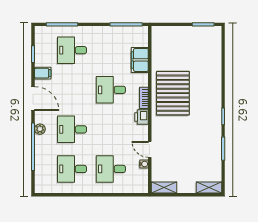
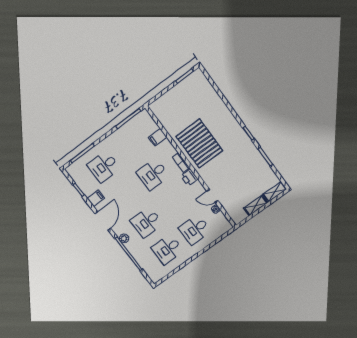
filing cabinet: (140, 60) -> (158, 137), width x0.50
door: (33, 99) -> (103, 221), hinge flipped
shelving: (164, 188) -> (256, 205), moved

